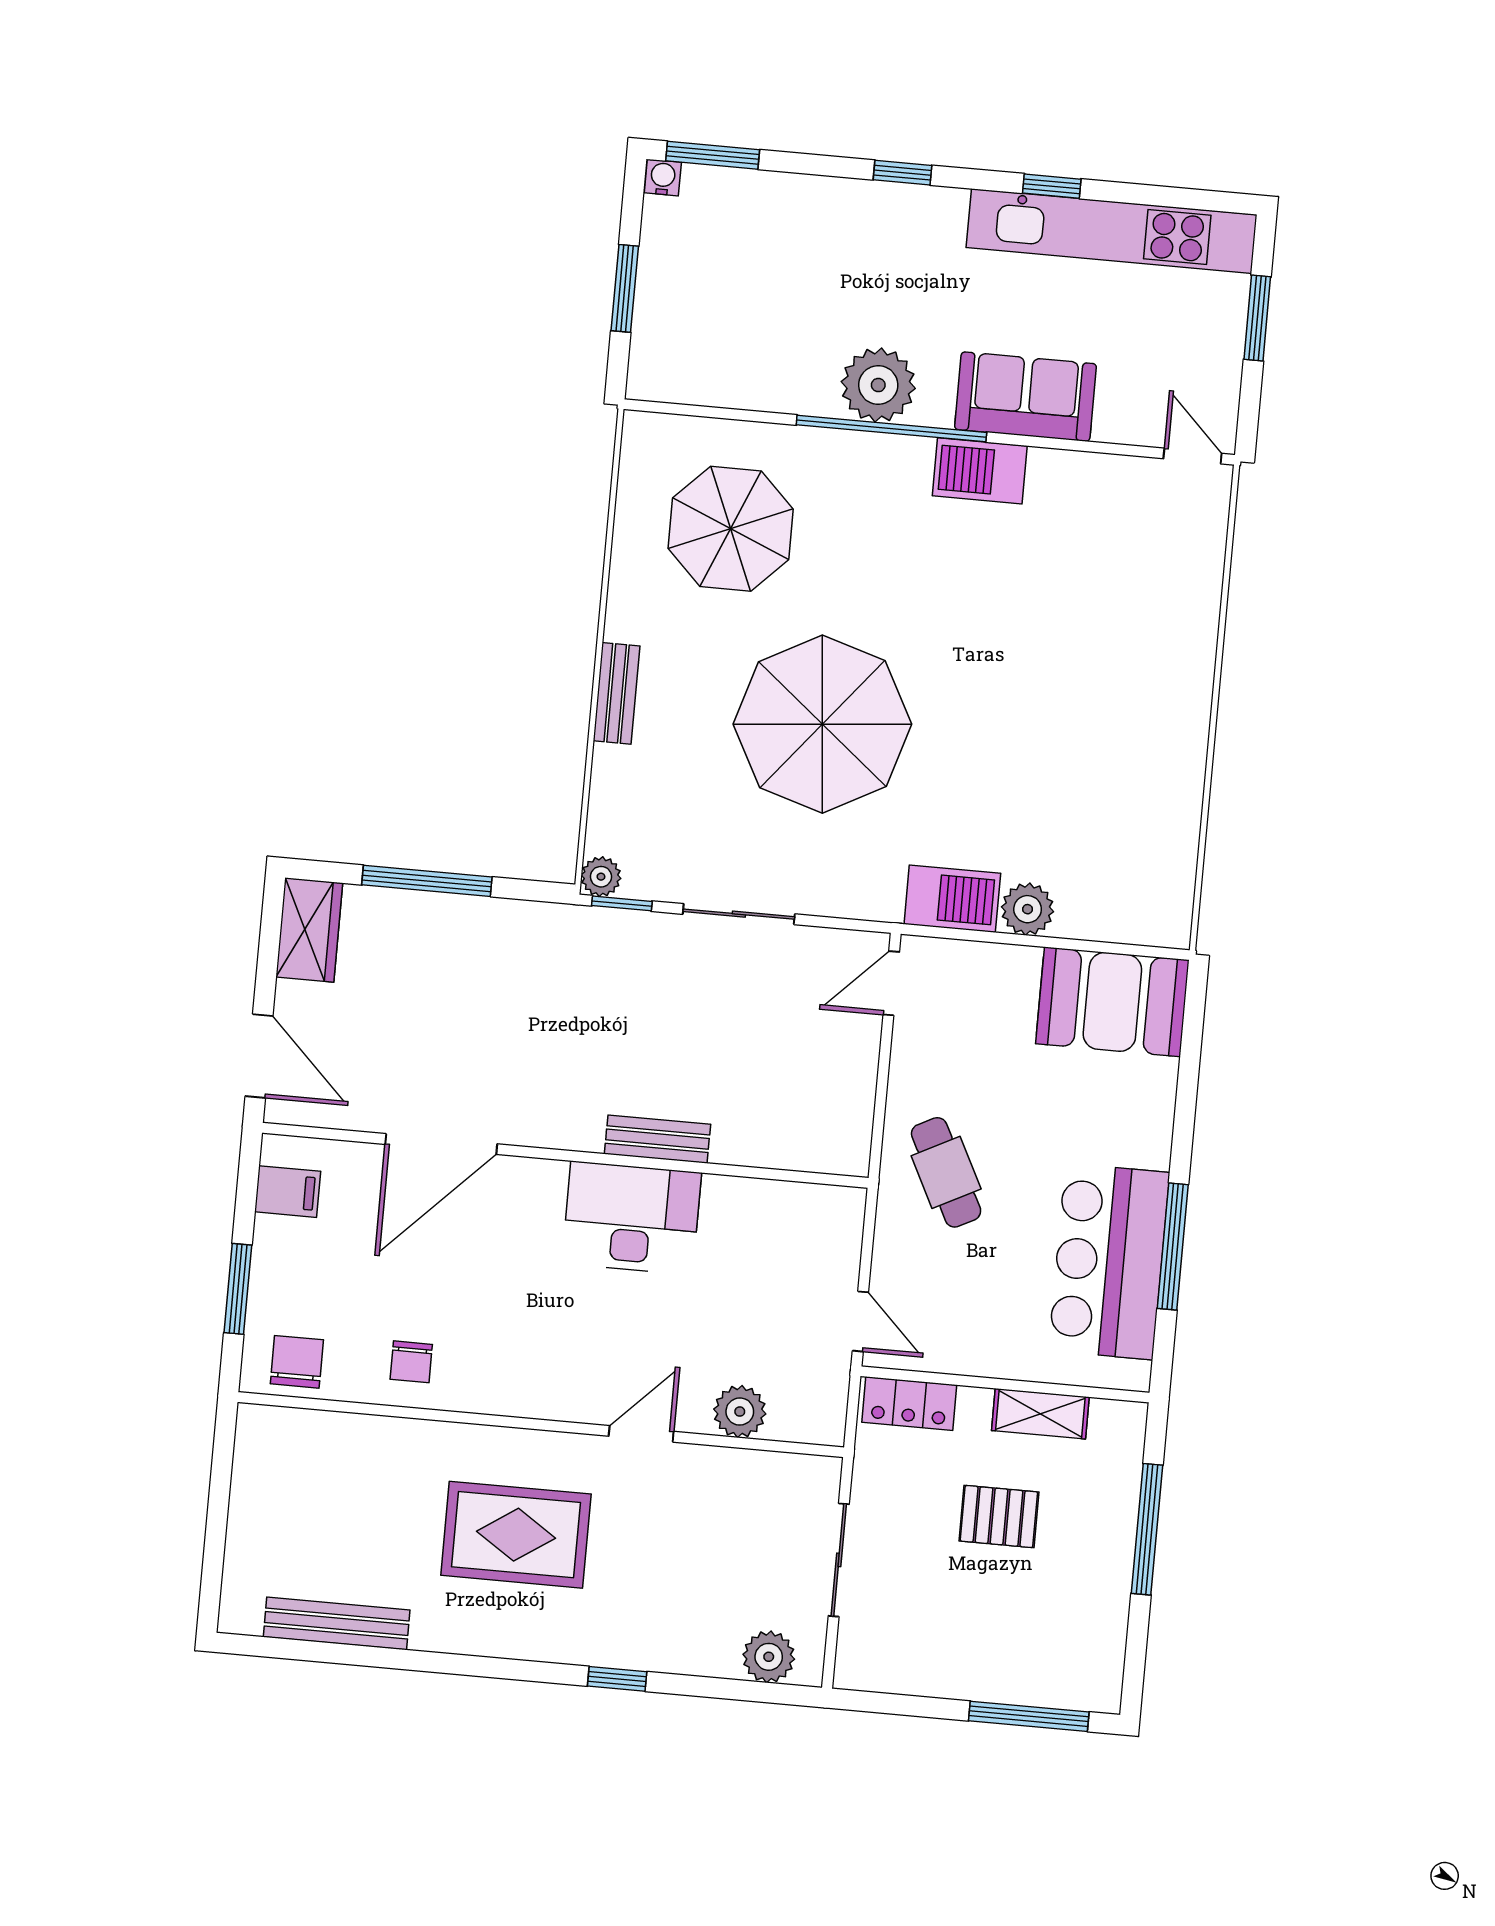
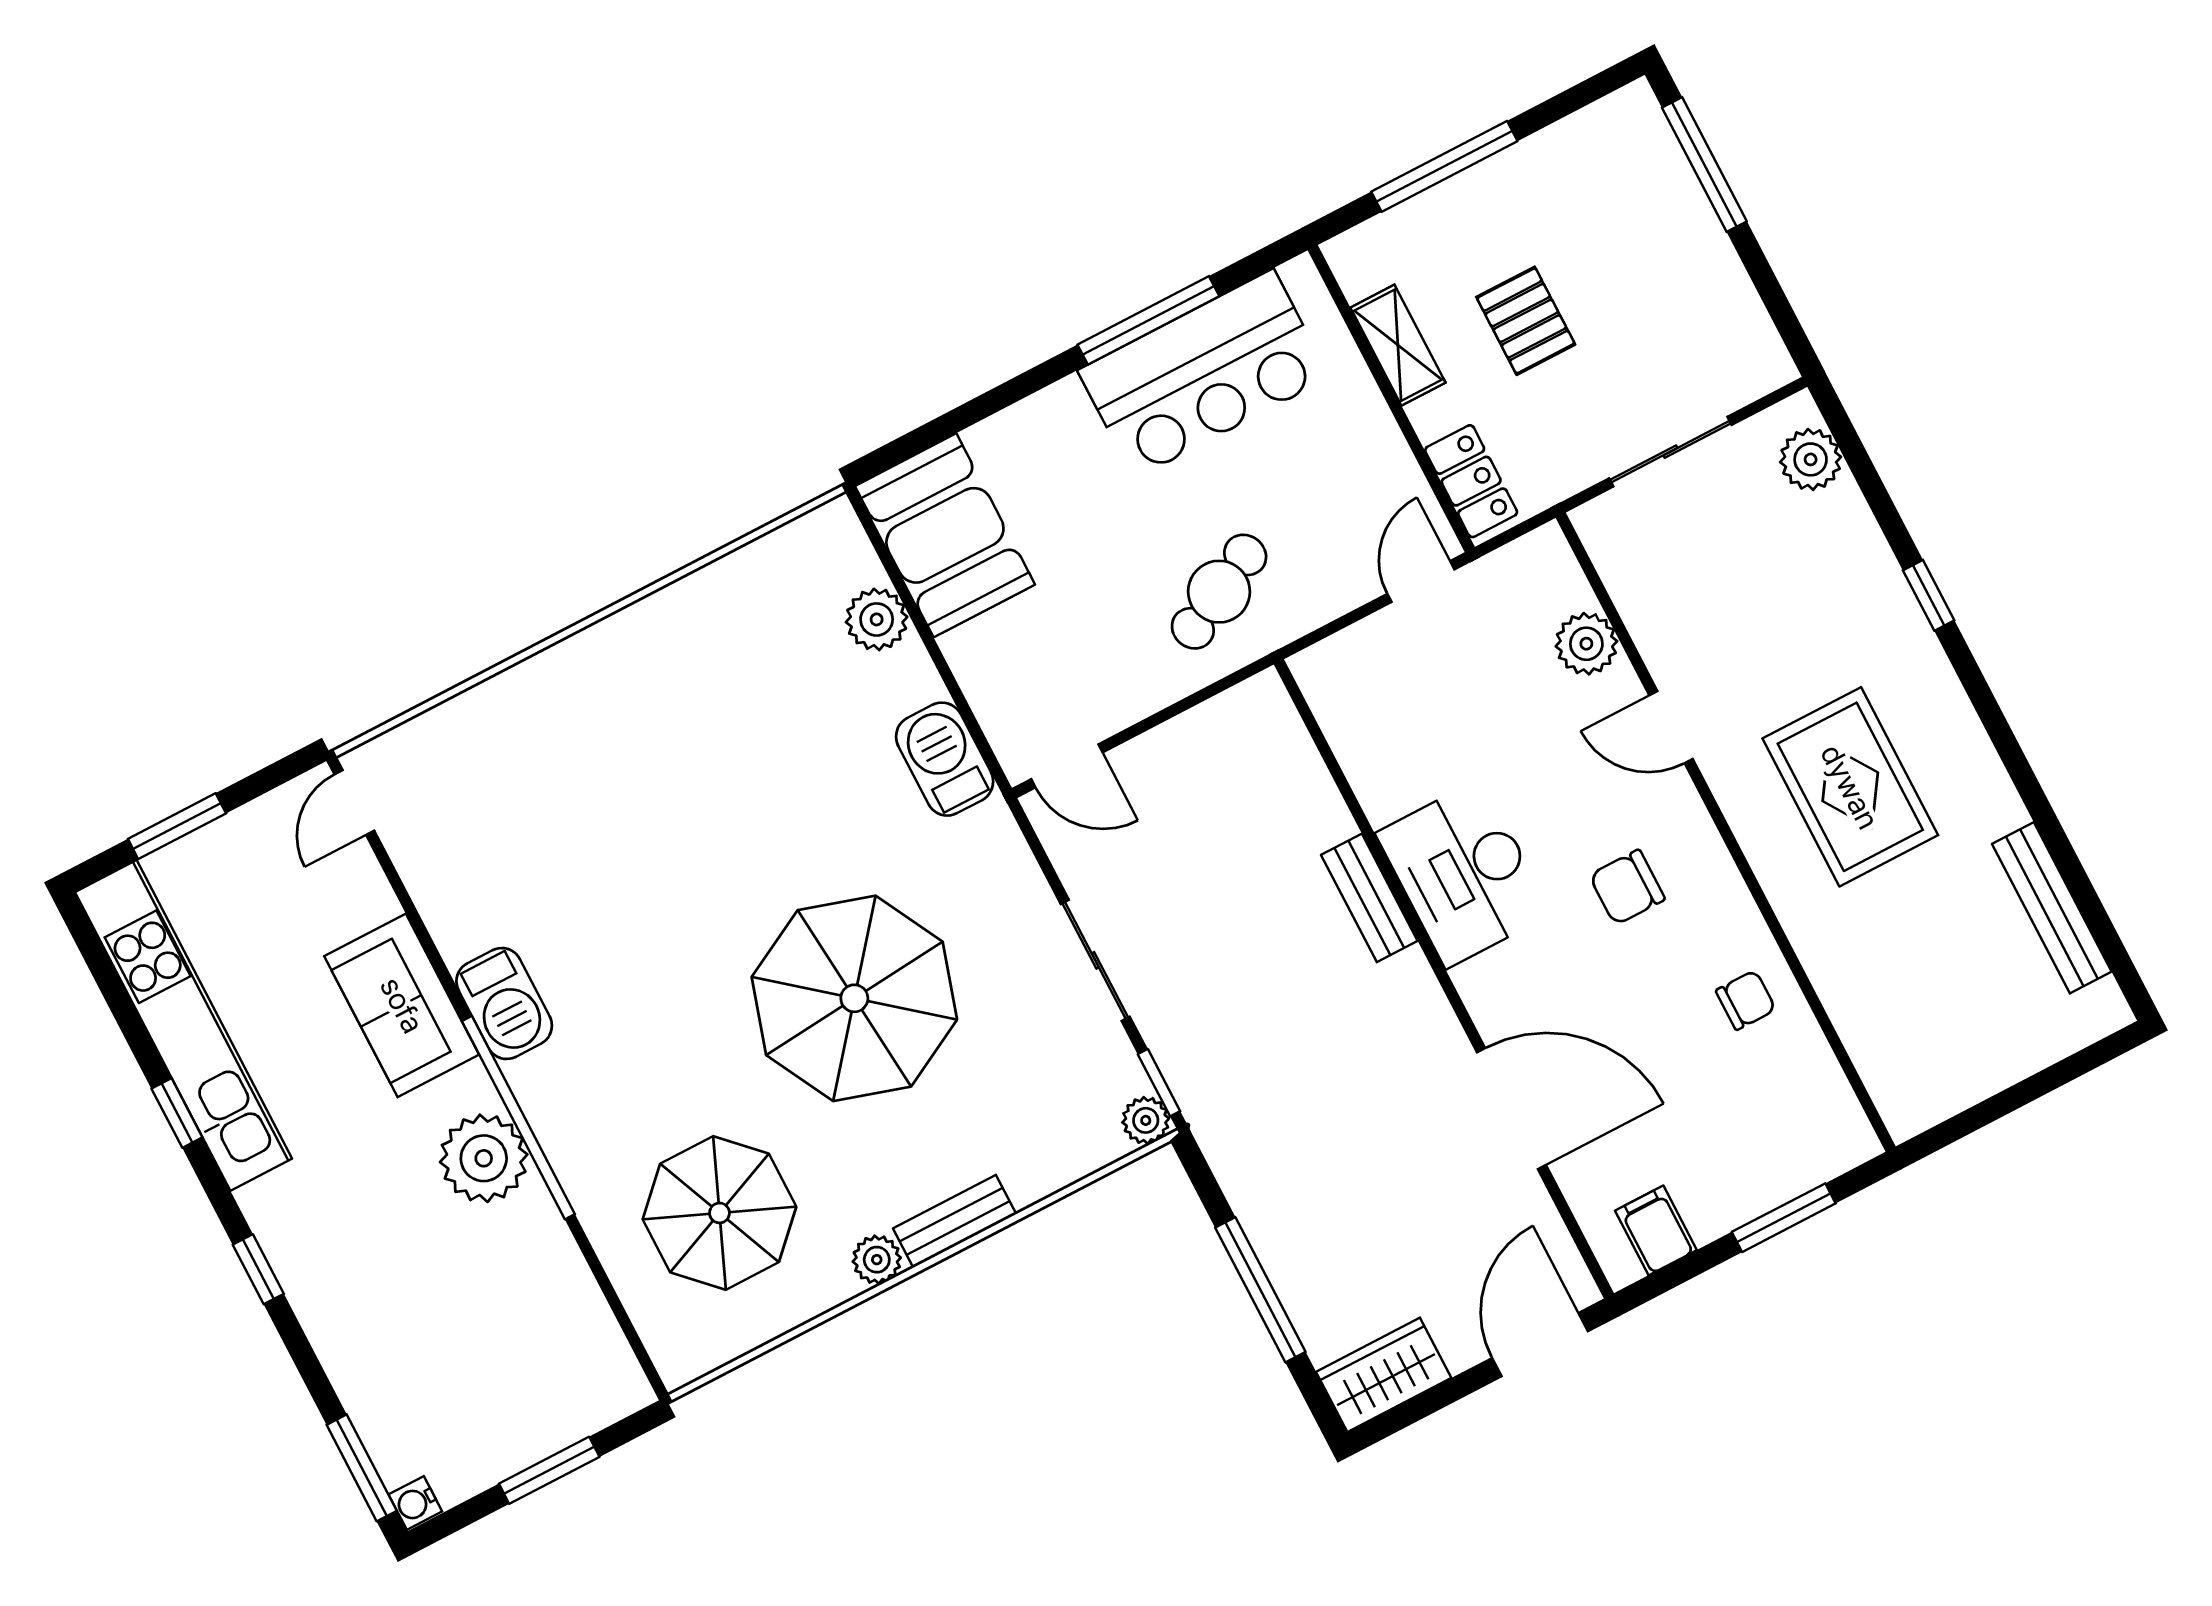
plant: (625, 620) -> (877, 1260), added
plant: (1028, 909) -> (877, 619), moved
chair: (297, 1362) -> (1627, 887), moved

